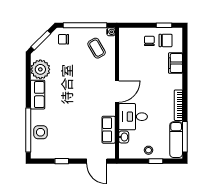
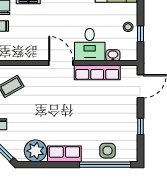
row of seats: (109, 130) -> (97, 73), width x1.48
window: (156, 161) -> (141, 34), moved

